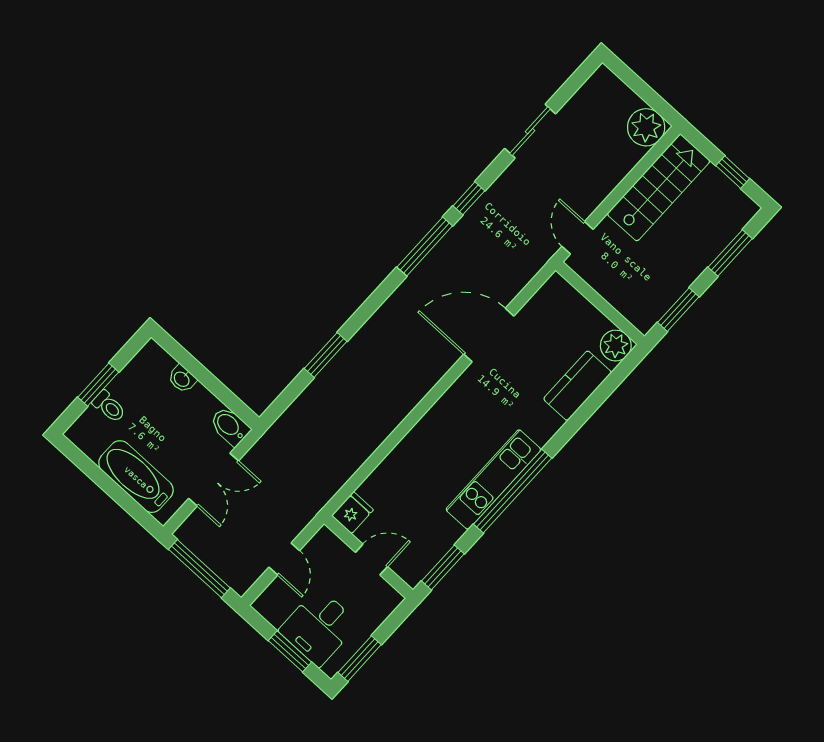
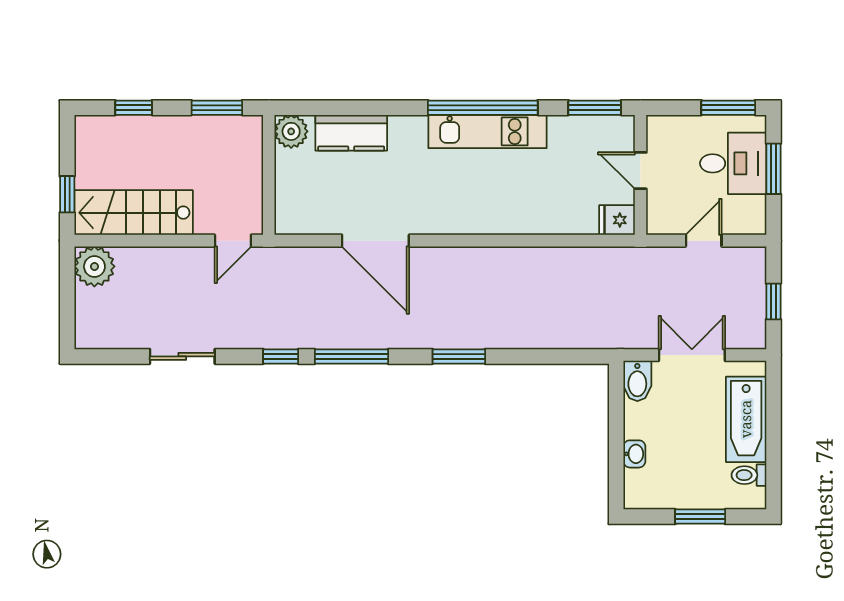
window: (733, 172) -> (67, 194), moved
window: (730, 253) -> (134, 108), width x0.67
window: (326, 355) -> (459, 356), moved
toilet: (109, 406) -> (749, 475), moved, turned -90
window: (199, 569) -> (773, 301), width x0.46

